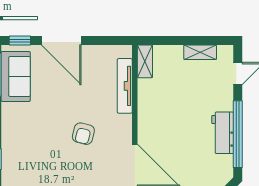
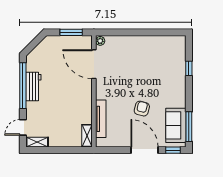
shelving: (200, 52) -> (37, 142), moved
armchair: (83, 134) -> (142, 109), moved

